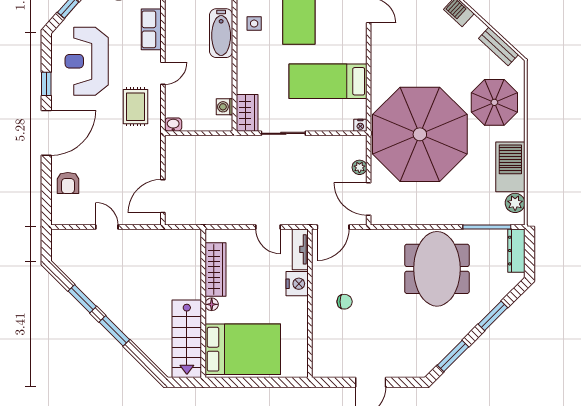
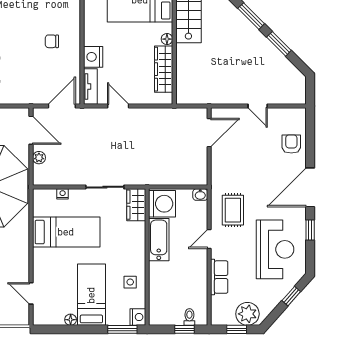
bathtub: (221, 33) -> (159, 240), moved
washing machine: (225, 107) -> (162, 204), width x1.89, depth x1.89
nightstand: (360, 125) -> (63, 194), moved

